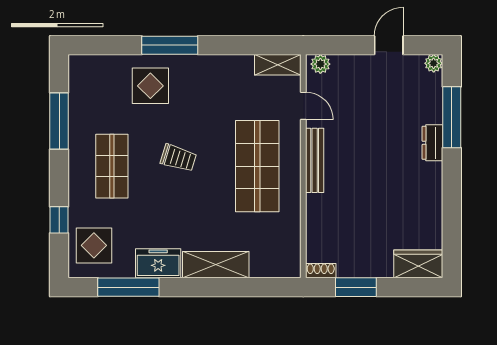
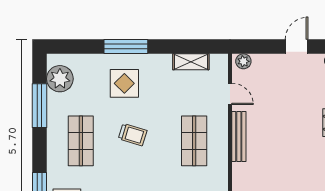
shelving: (278, 65) -> (191, 62), moved
plant: (85, 86) -> (60, 79), added
display table: (150, 86) -> (124, 83), moved
shop shelf: (257, 166) -> (194, 141), width x0.70, depth x0.74

